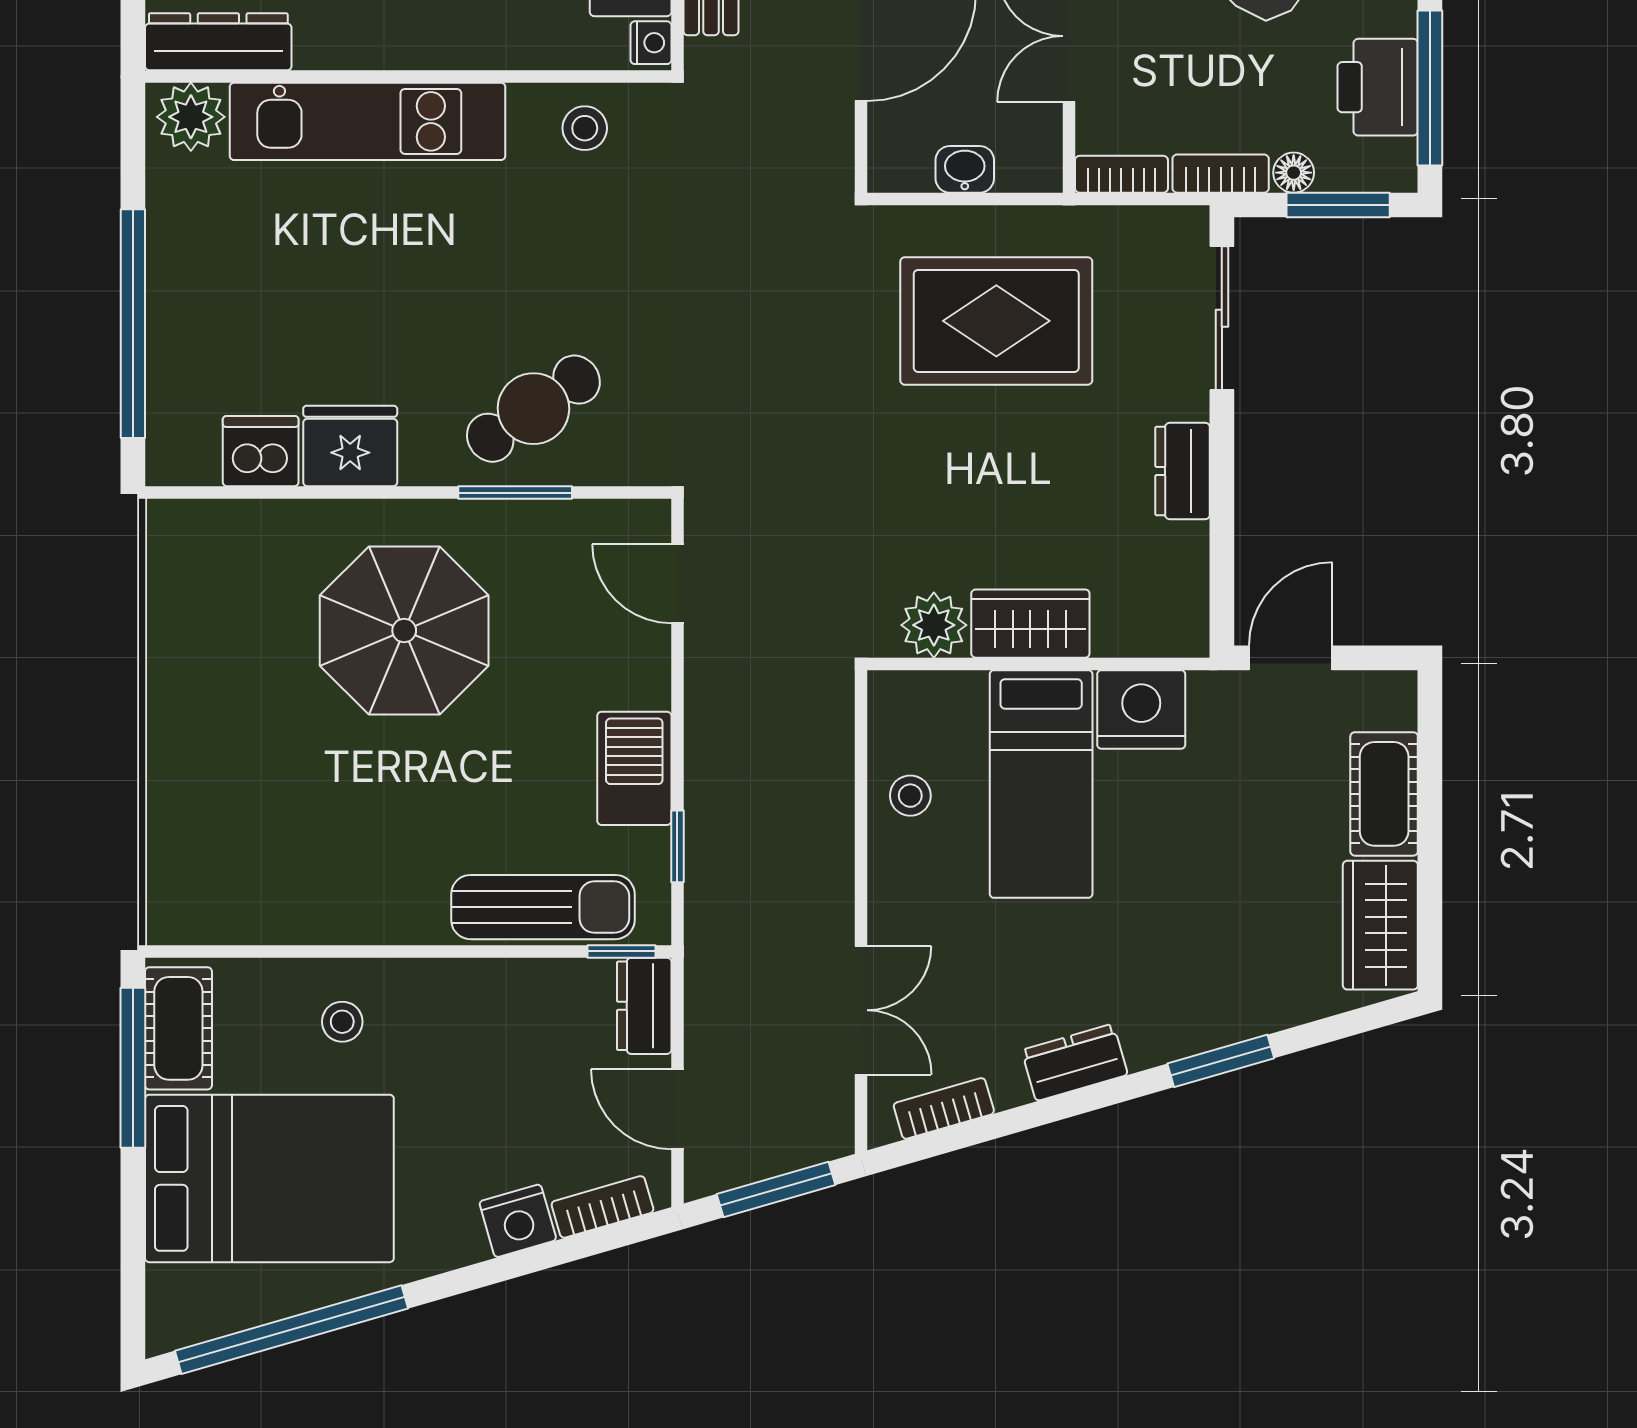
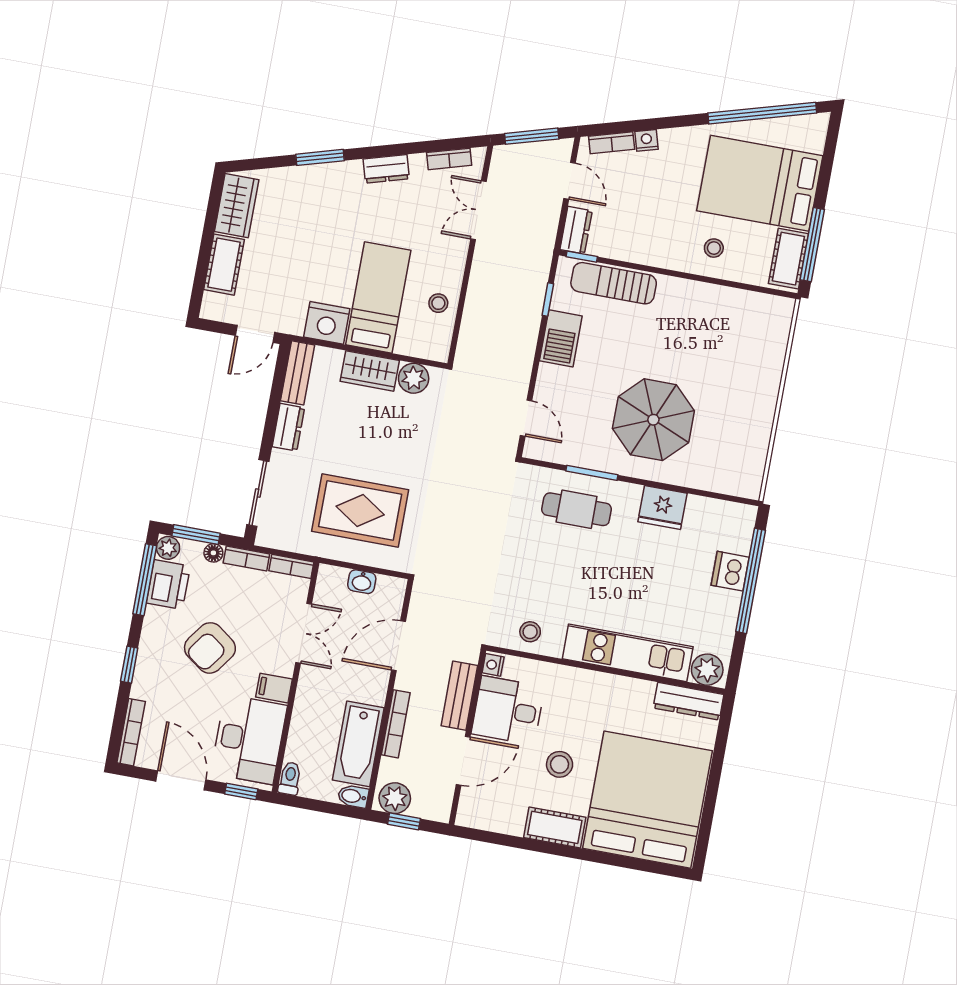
plant: (1393, 165) -> (168, 548), added
cafe table: (533, 409) -> (577, 509), turned 34
dishwasher: (261, 451) -> (730, 571), moved, turned 90
bench: (1184, 591) -> (298, 373), added
nightstand: (518, 1221) -> (647, 140), width x0.72, depth x0.74

